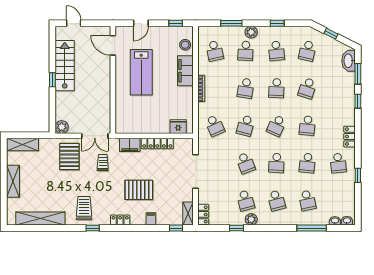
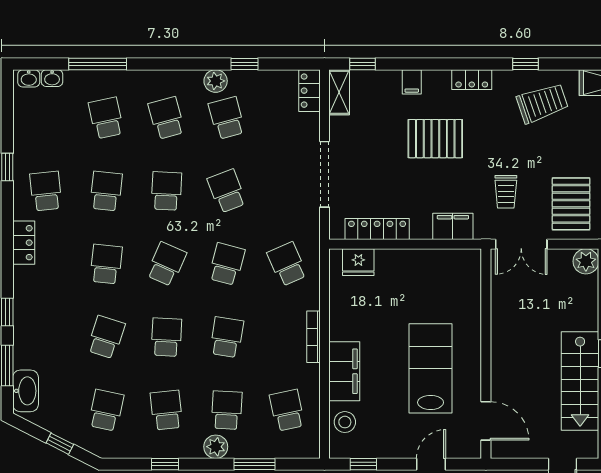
double door: (95, 136) -> (521, 244), swing flipped
locker: (157, 144) -> (377, 229), moved
trolley: (84, 208) -> (542, 103), turned -109

